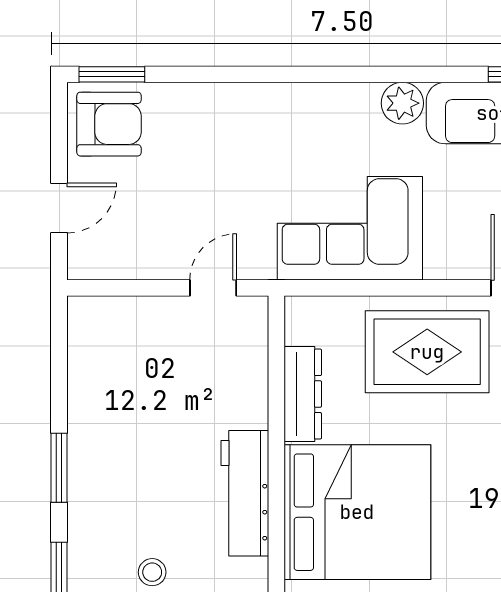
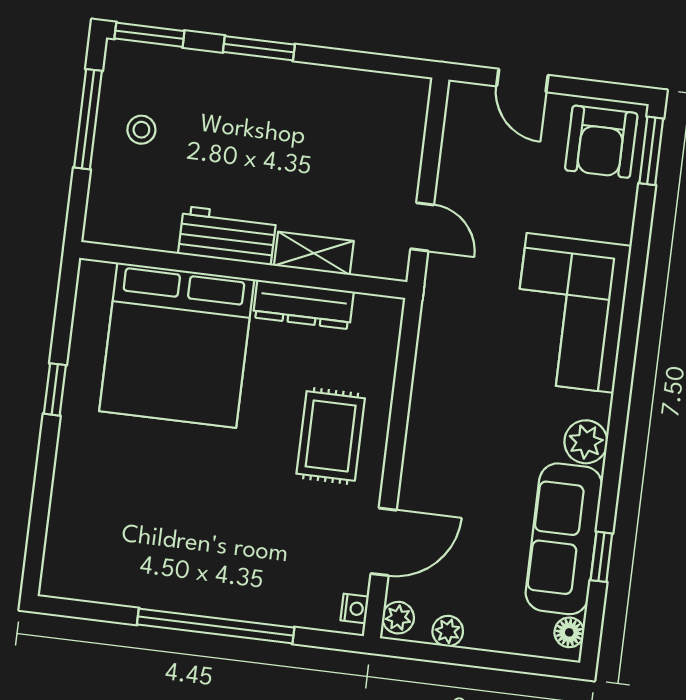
corner sofa: (350, 228) -> (570, 313), moved, turned 180
rug: (427, 352) -> (331, 436), width x0.73, depth x0.70
shelving: (252, 390) -> (314, 253), added
workbench: (245, 493) -> (227, 236), width x0.73

